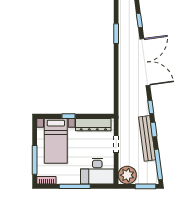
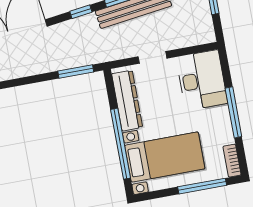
window: (116, 97) -> (76, 72), added
window: (69, 116) -> (121, 144), width x3.17
plant: (127, 175) -> (199, 30), removed

